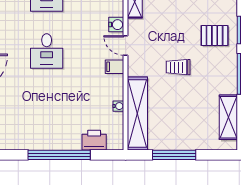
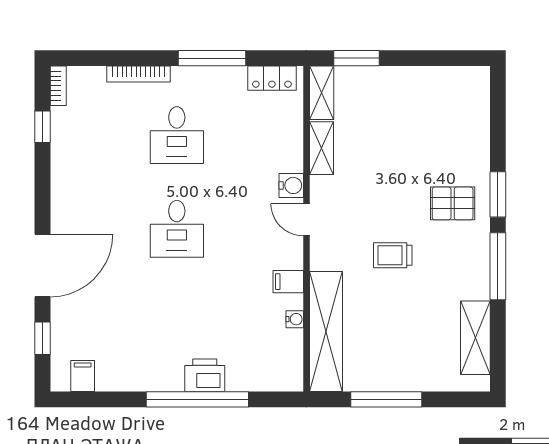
filing cabinet: (115, 67) -> (288, 282), moved
printer: (94, 140) -> (205, 375), moved

